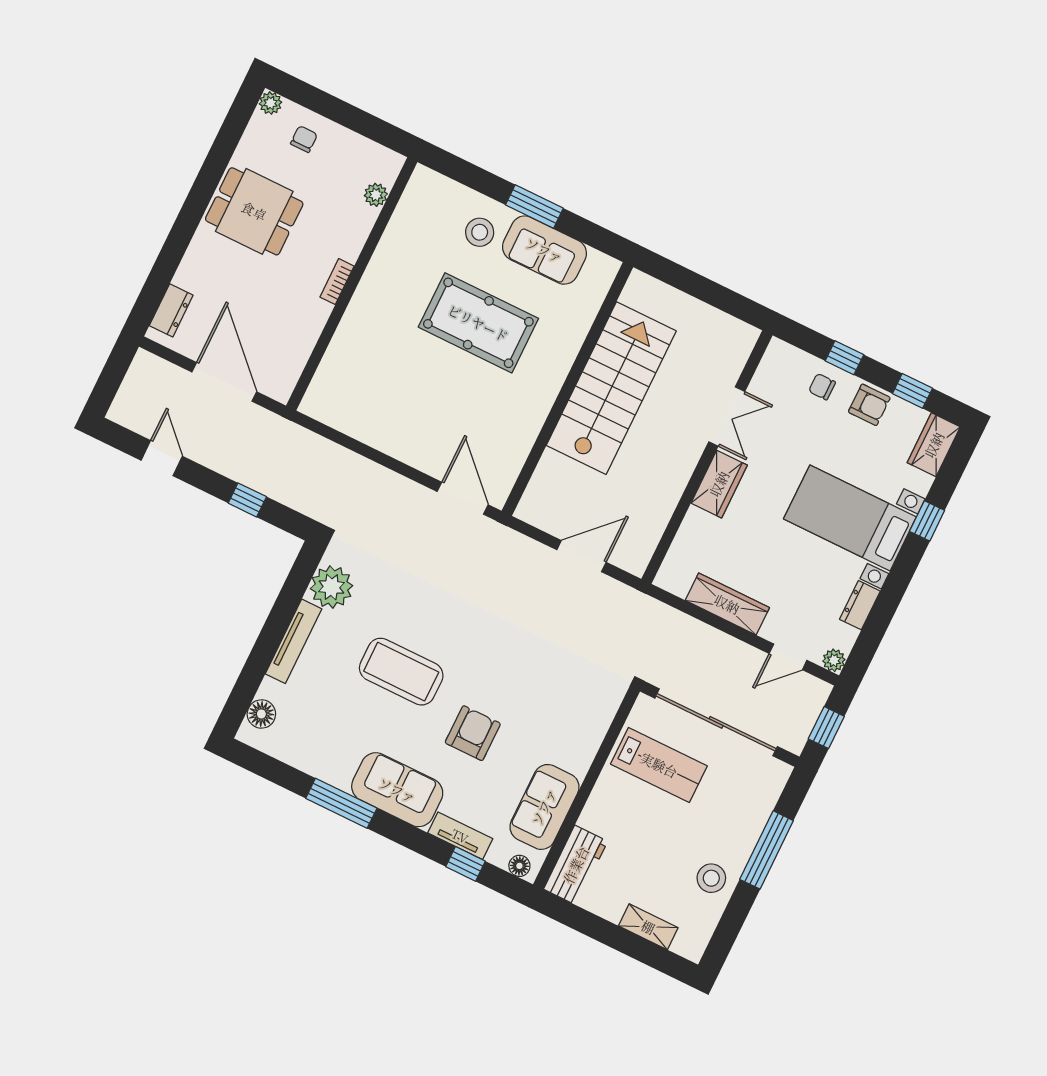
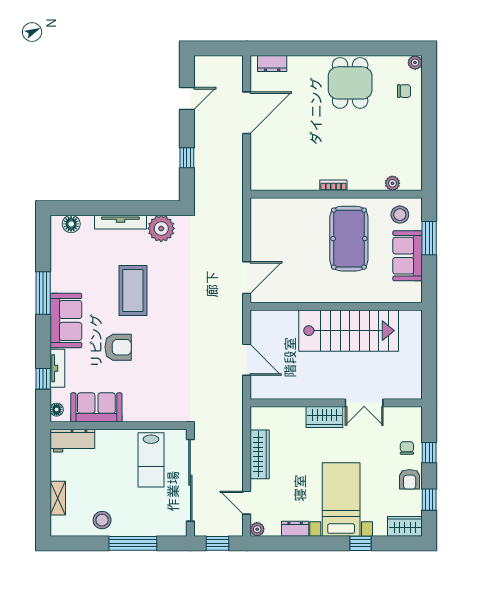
plant: (376, 195) -> (392, 183), moved
bookcase: (337, 282) -> (333, 185), moved
wall: (352, 284) -> (336, 194), moved

